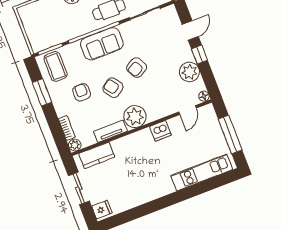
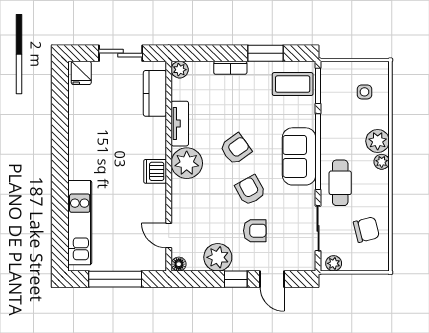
side table: (42, 17) -> (364, 92), added
armchair: (82, 92) -> (255, 231), moved
bookcase: (67, 128) -> (230, 68), moved
dishwasher: (160, 131) -> (155, 171), moved

